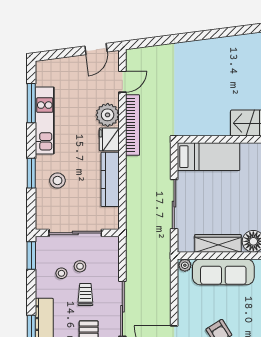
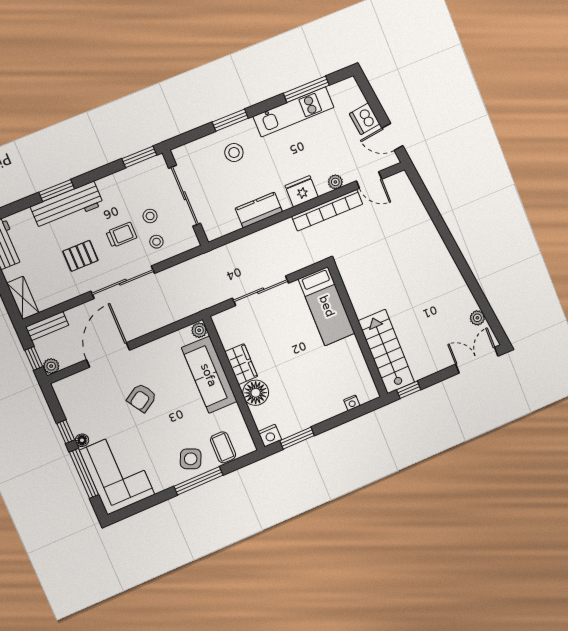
dishwasher: (73, 66) -> (365, 119), added
plant: (108, 115) -> (335, 182), width x0.53, depth x0.53
kitchen counter: (110, 179) -> (259, 210), width x0.67
wardrobe: (218, 243) -> (241, 364), width x0.67
stool: (61, 273) -> (156, 242), moved

